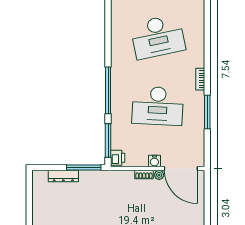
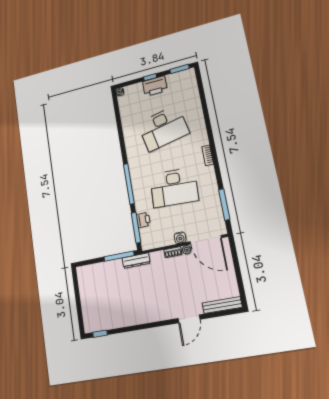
window: (207, 112) -> (224, 204), moved
printer: (118, 158) -> (143, 220), moved
dresser: (63, 176) -> (136, 261), moved

